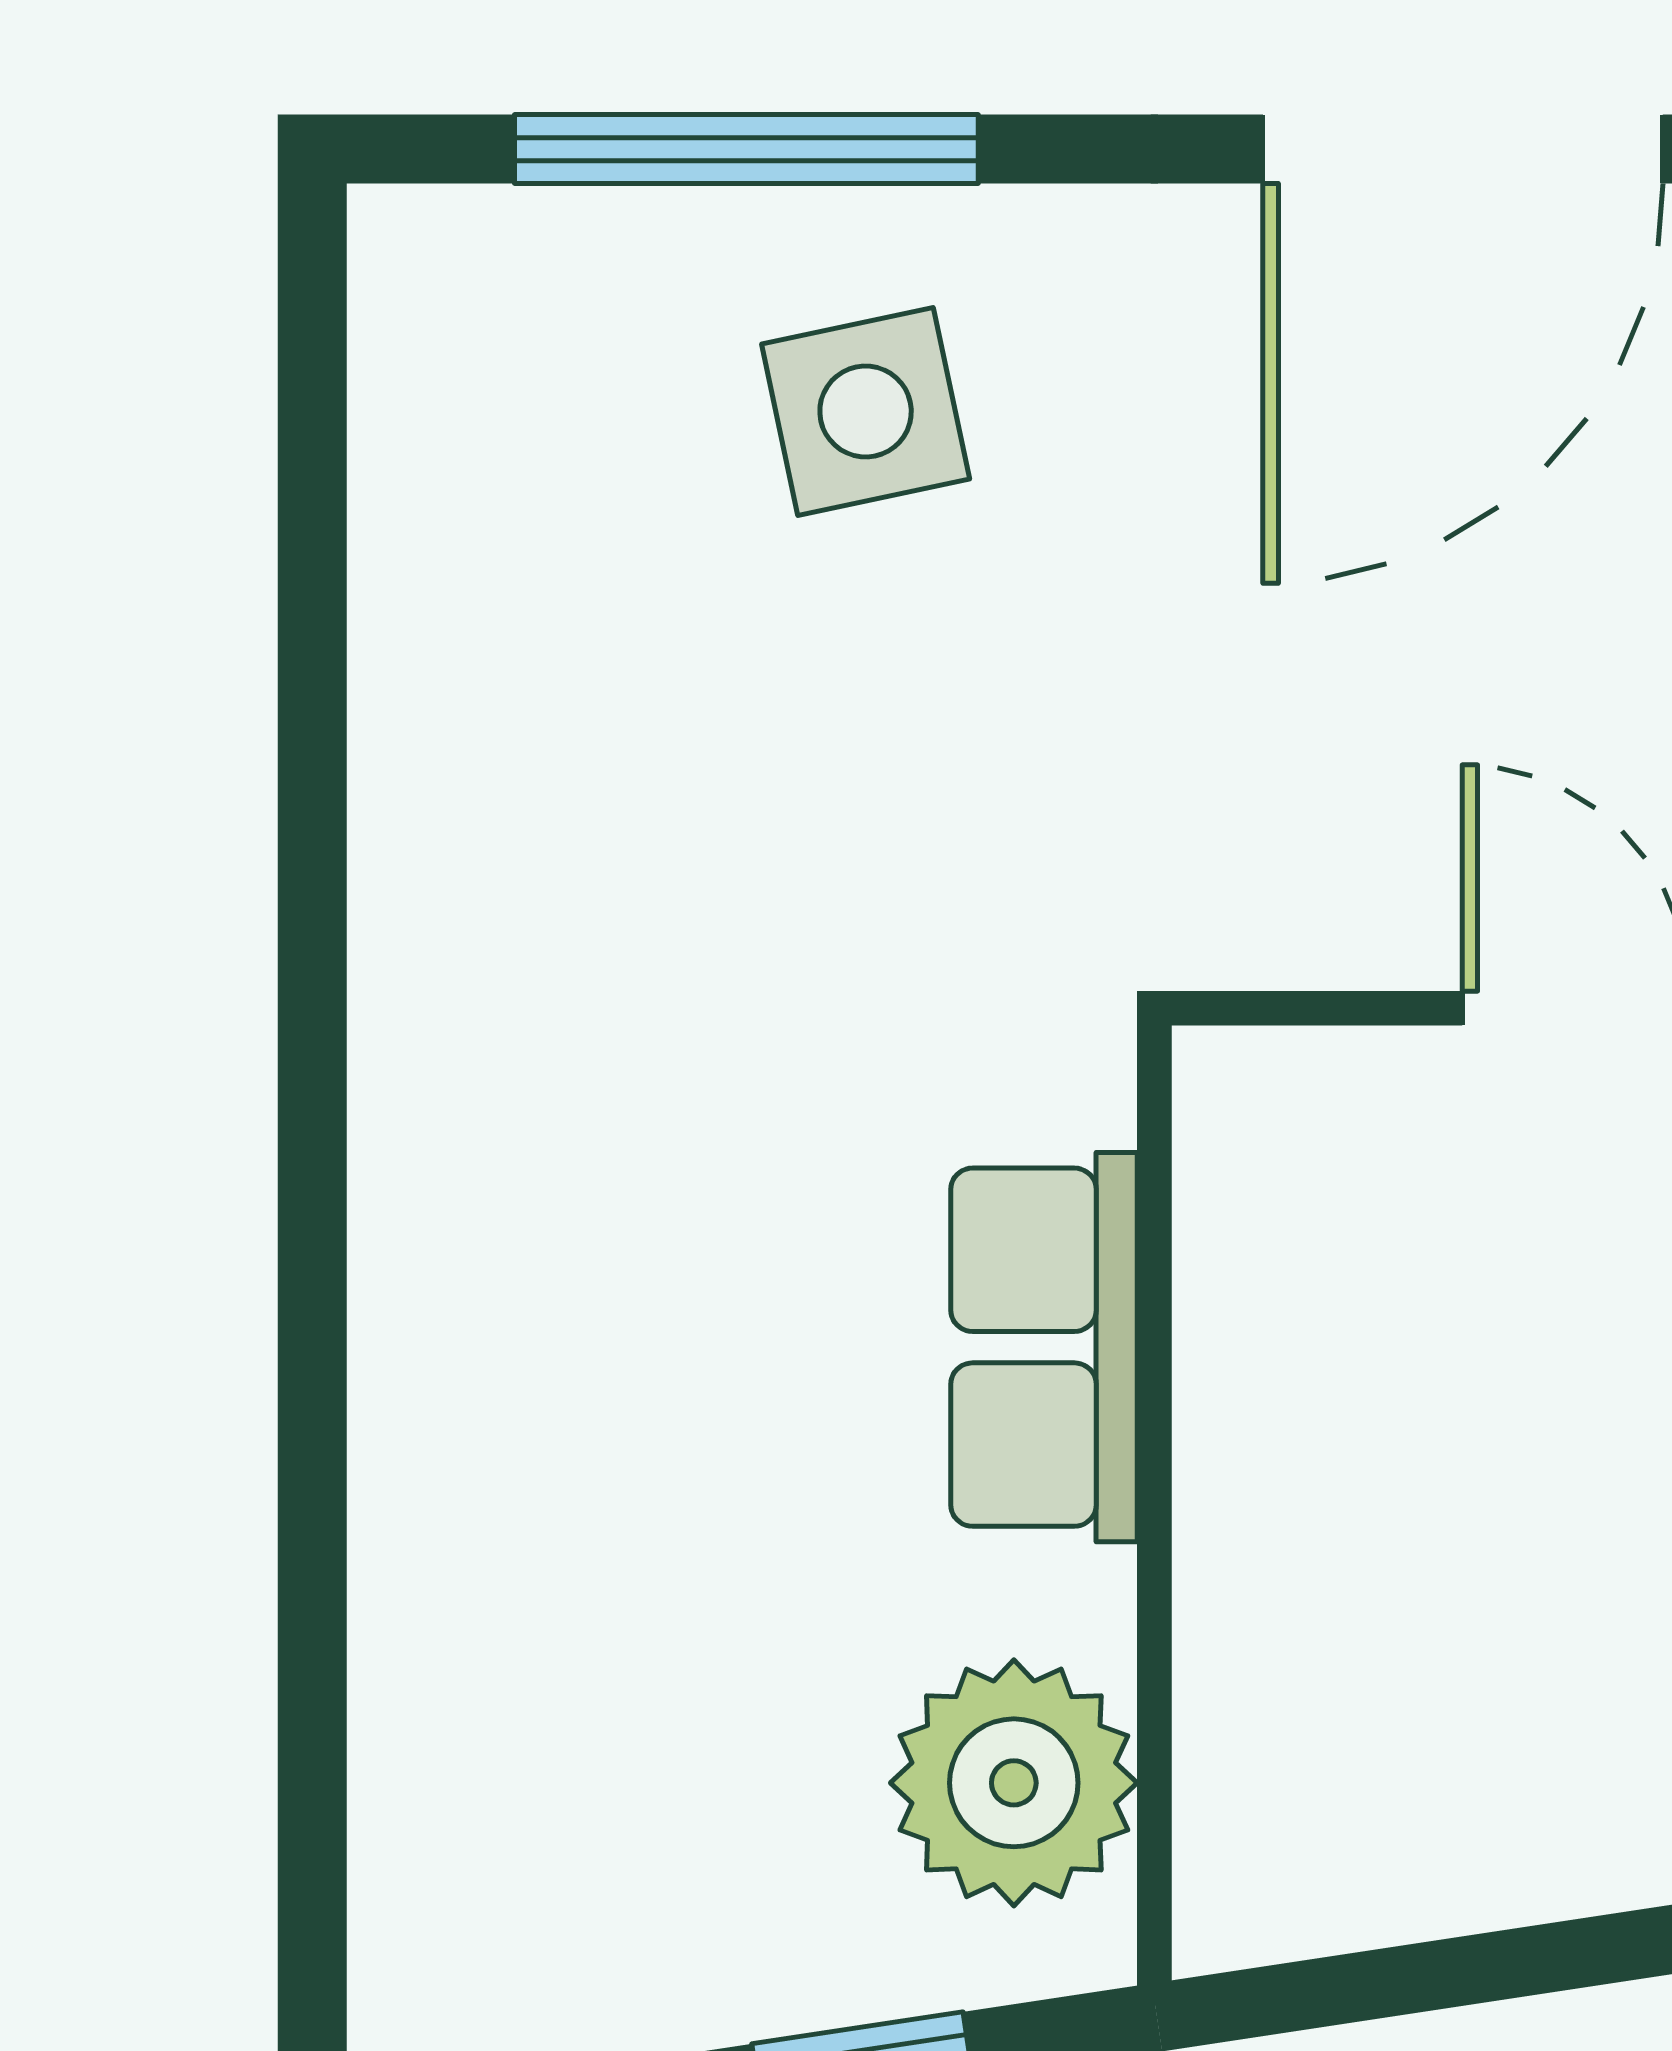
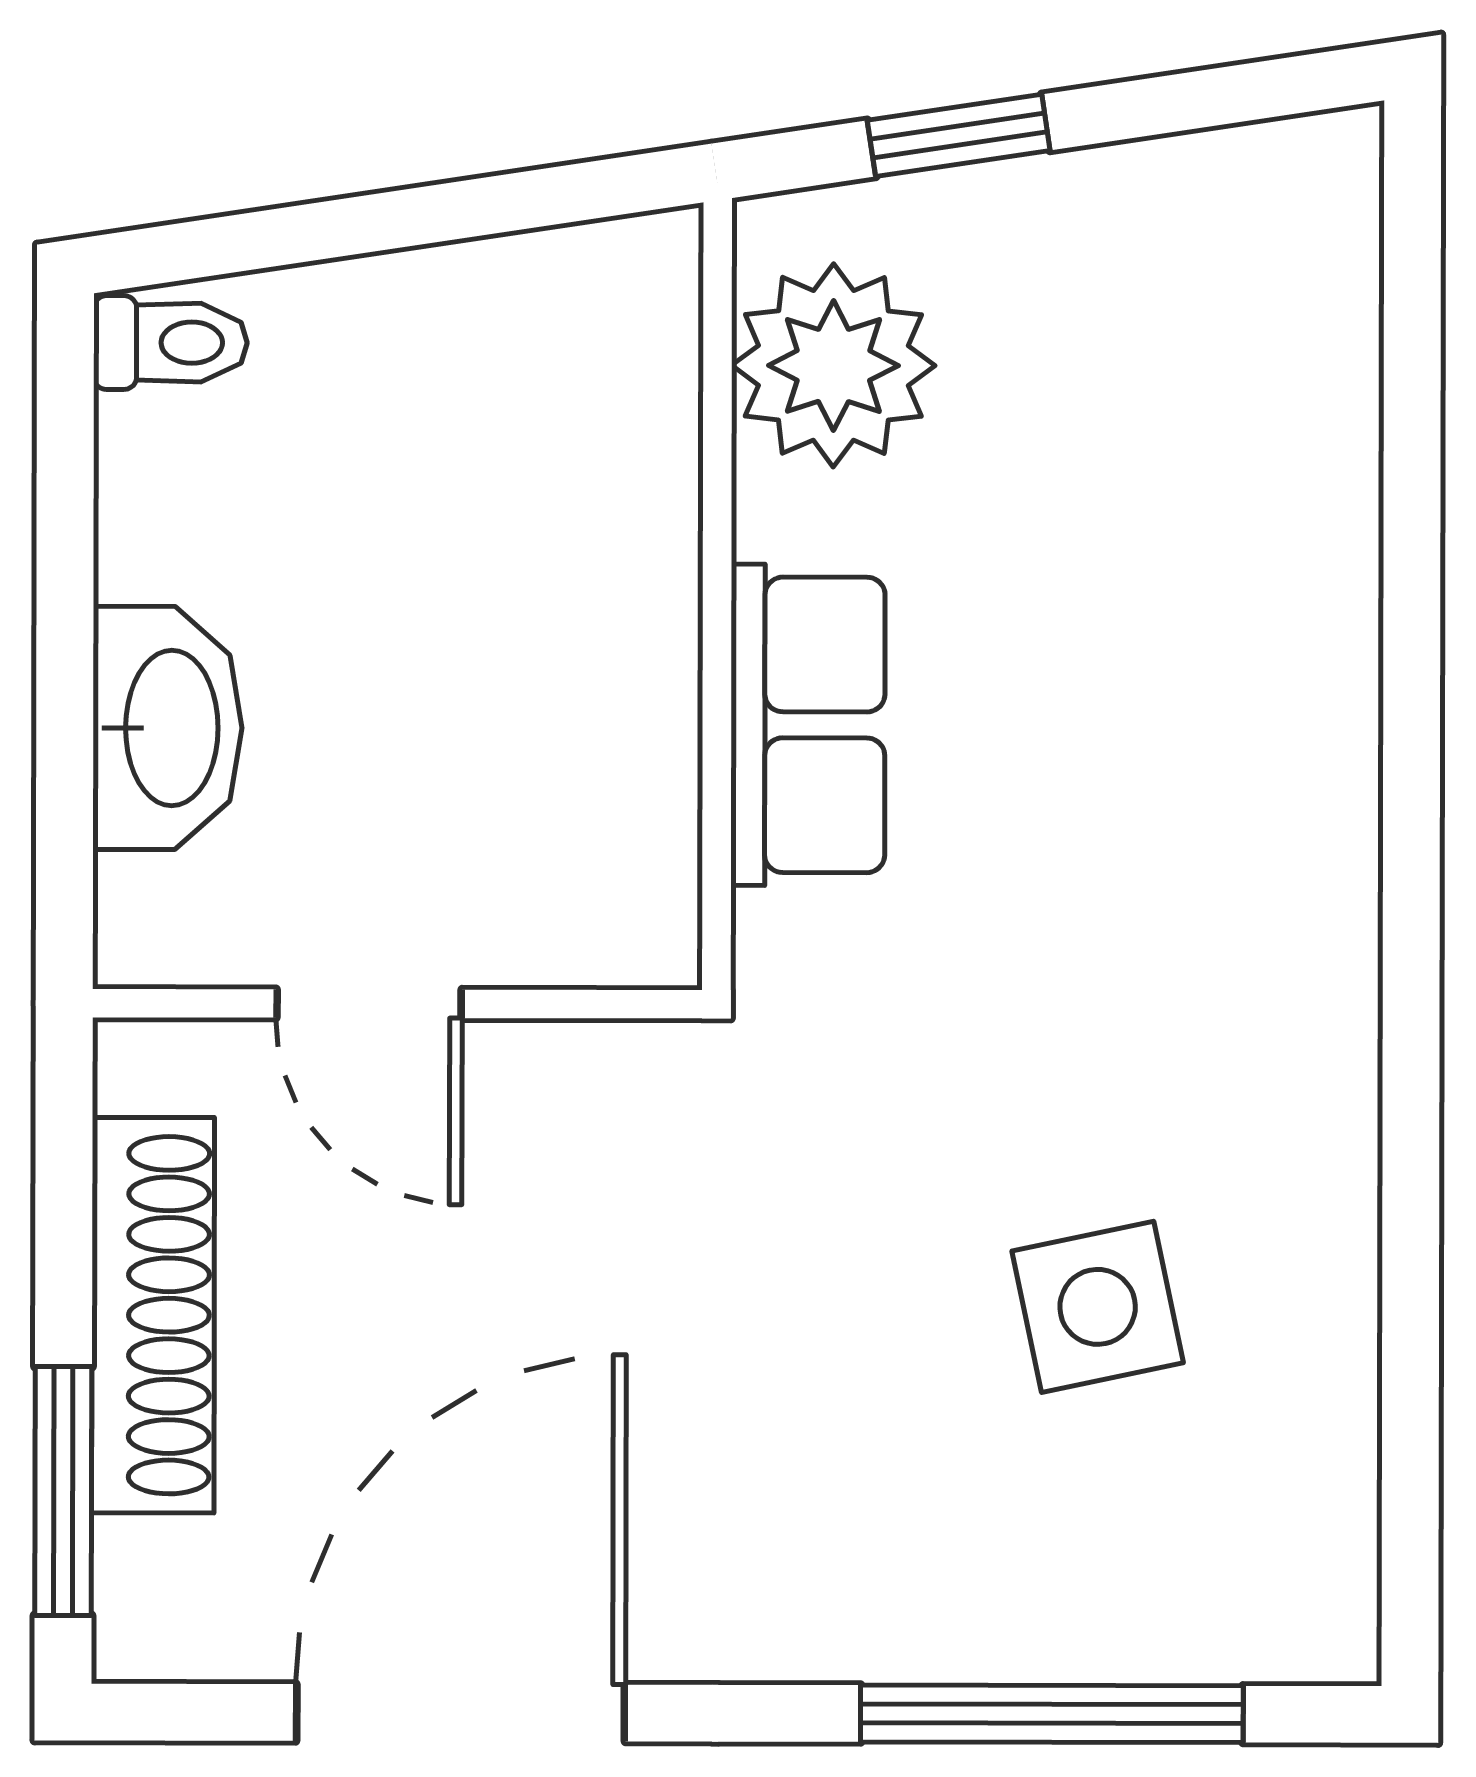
side table: (866, 411) -> (1098, 1307), moved

